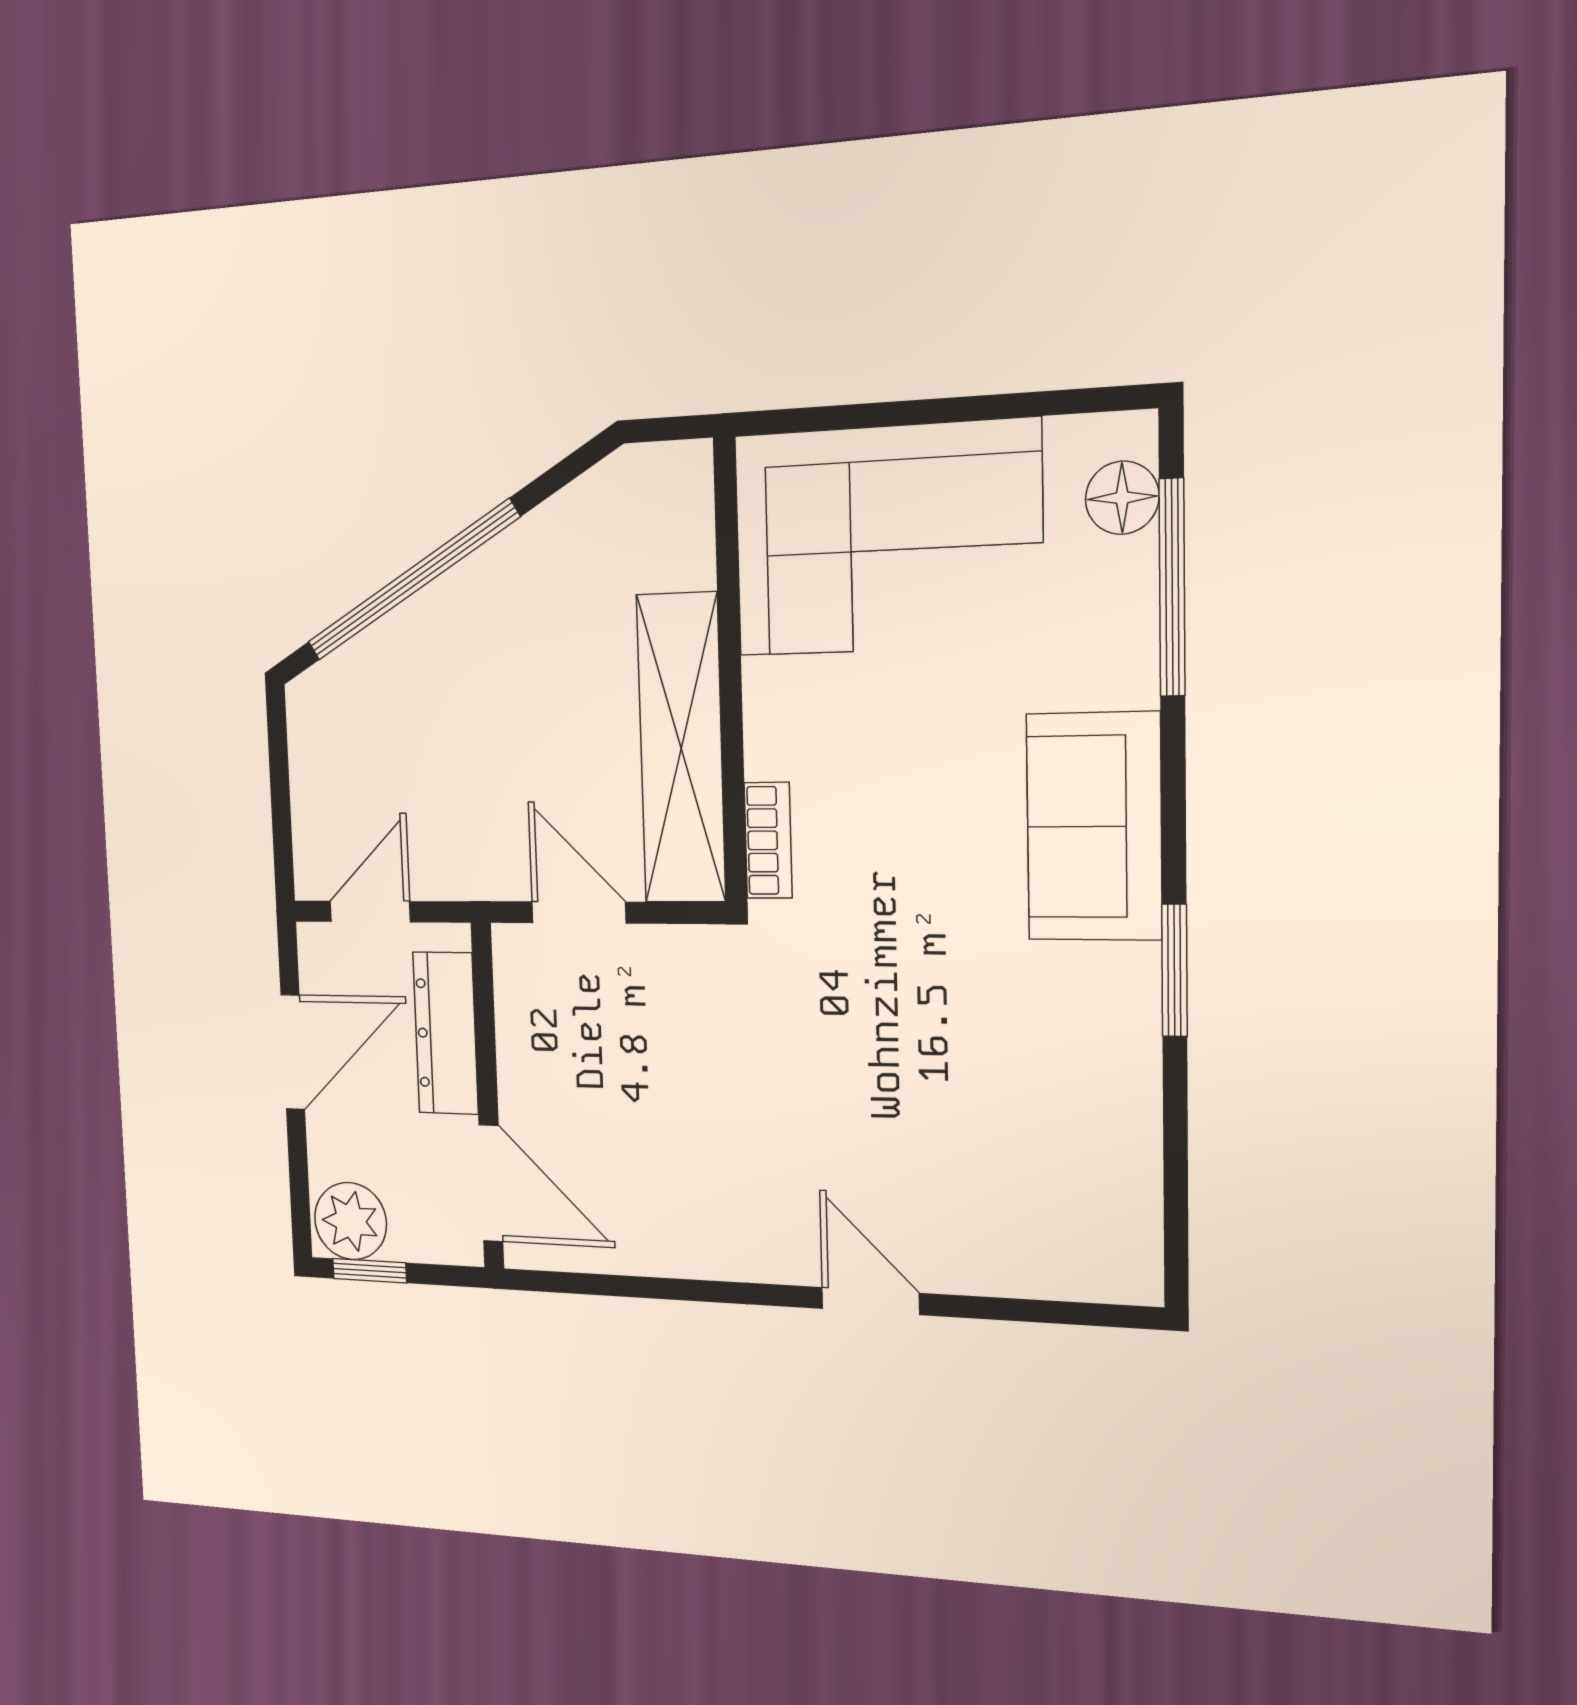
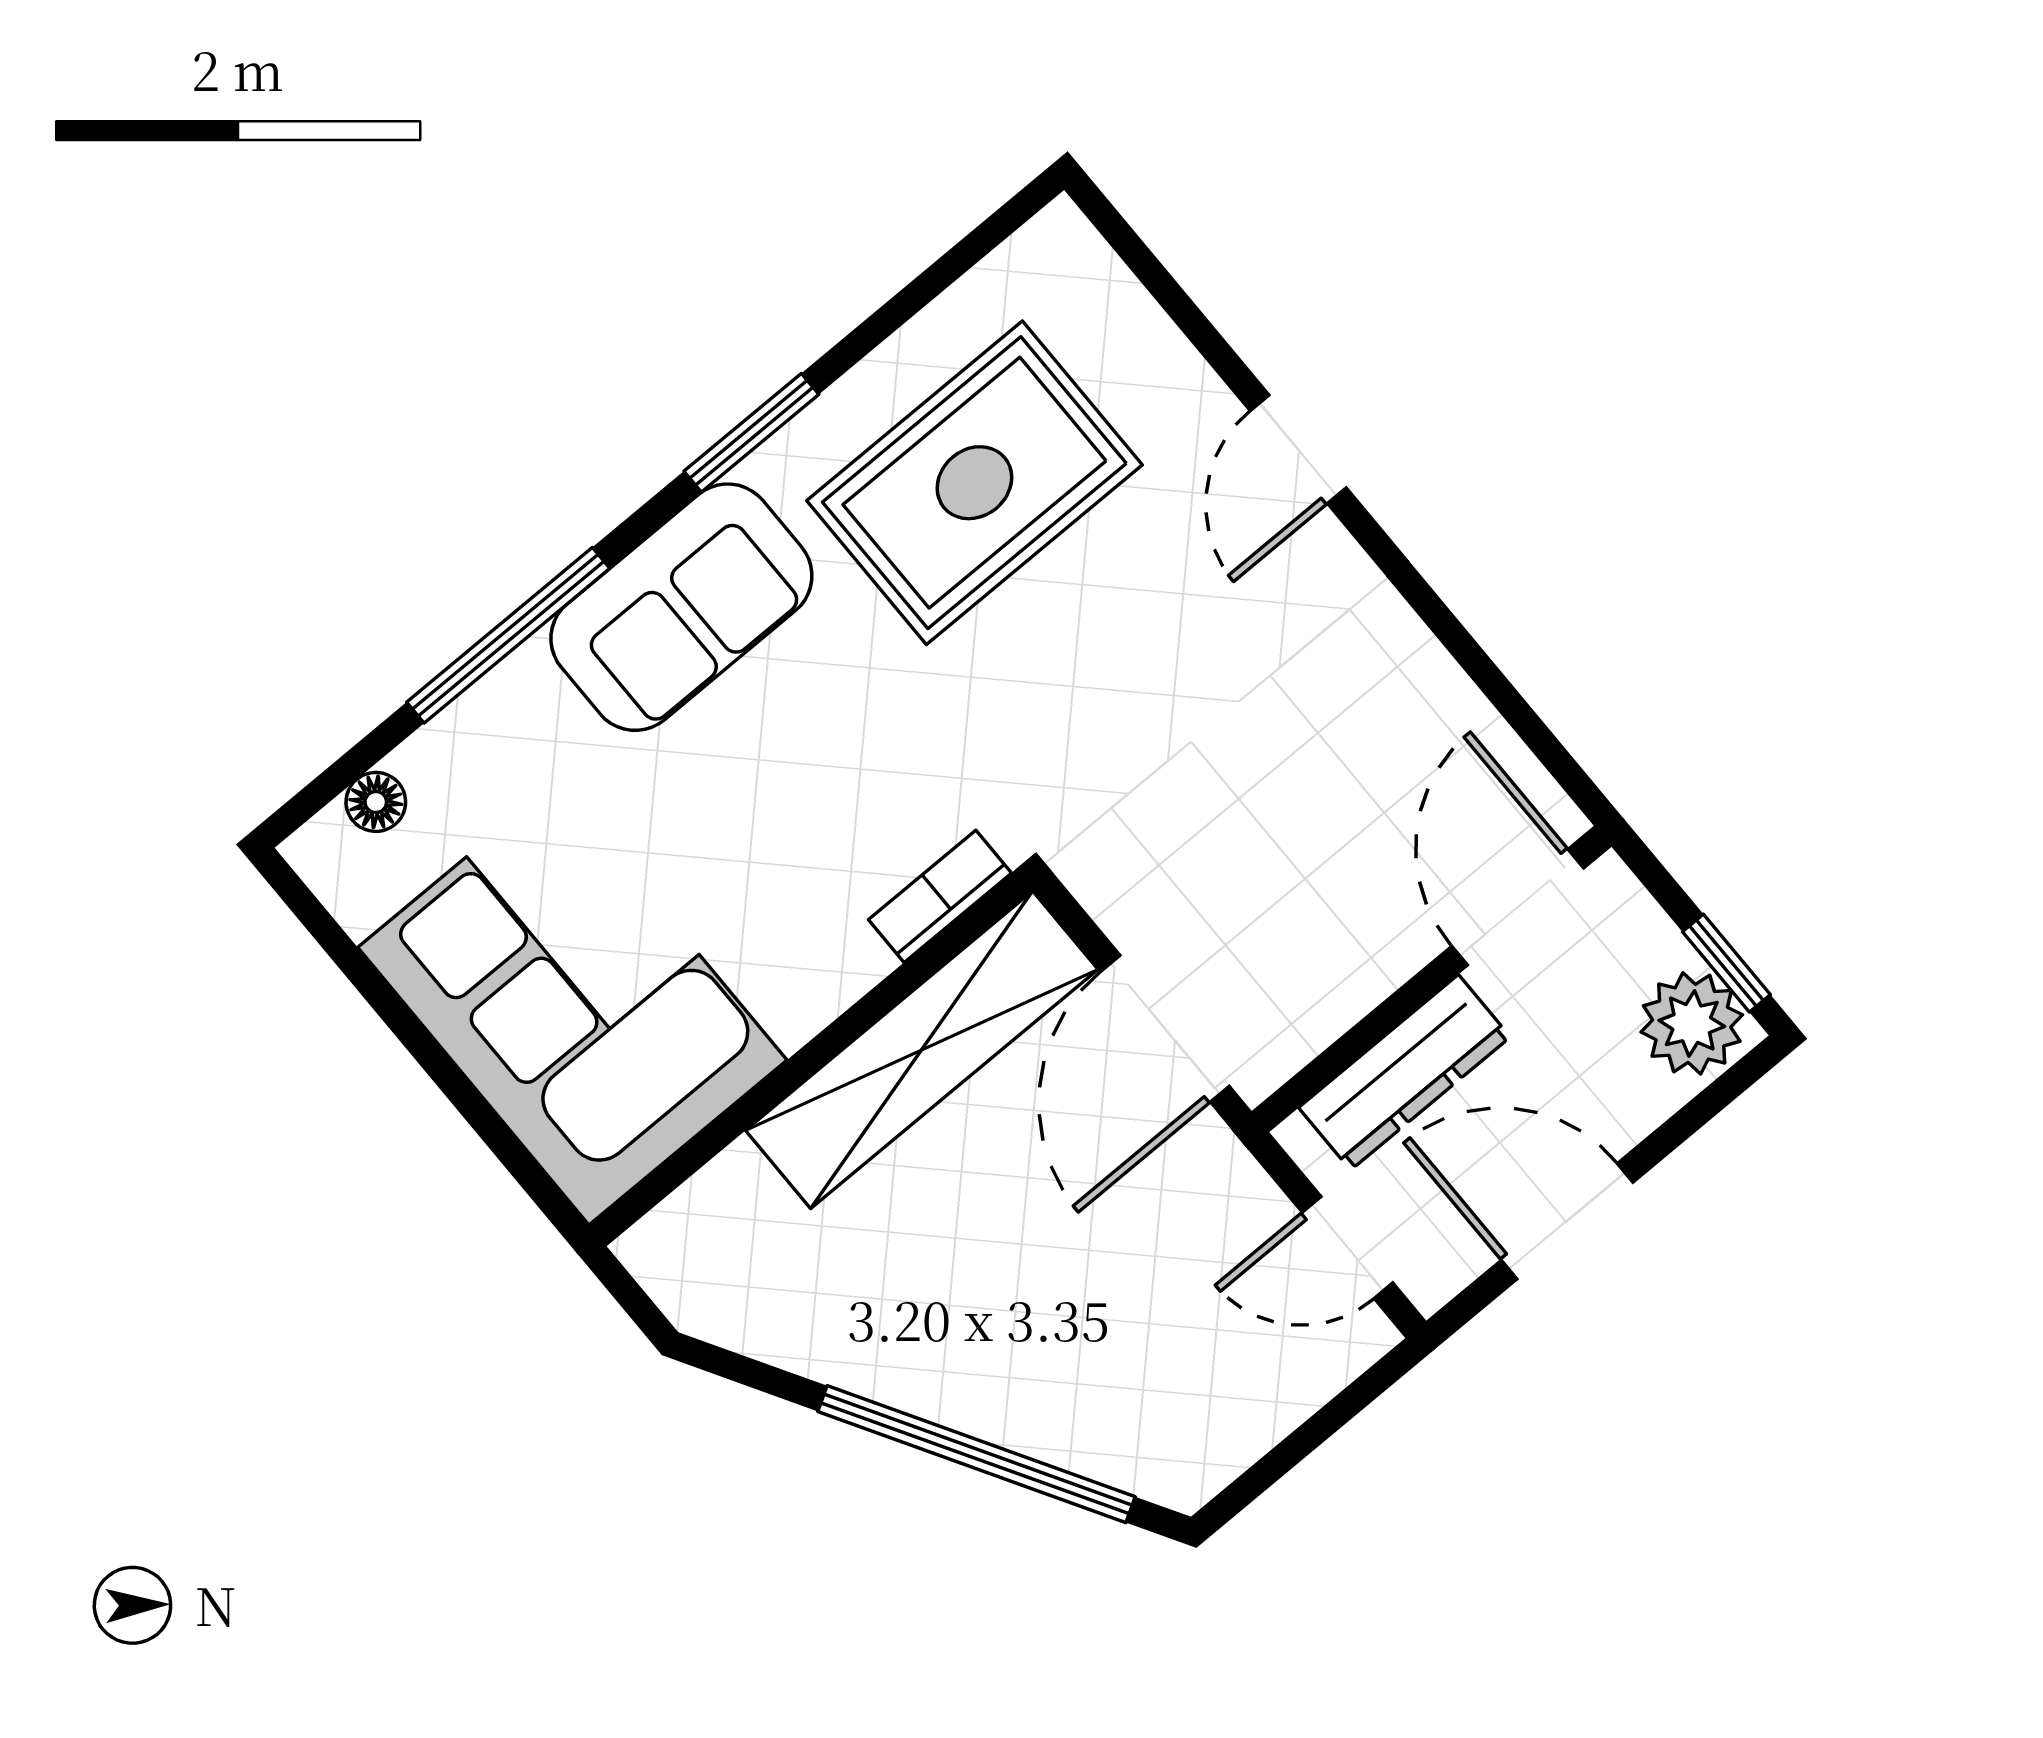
floor lamp: (1122, 498) -> (376, 802), width x0.73, depth x0.73
window: (1172, 588) -> (508, 635), moved
door: (579, 912) -> (1165, 1029), width x1.38
rug: (1017, 1086) -> (974, 483), added

